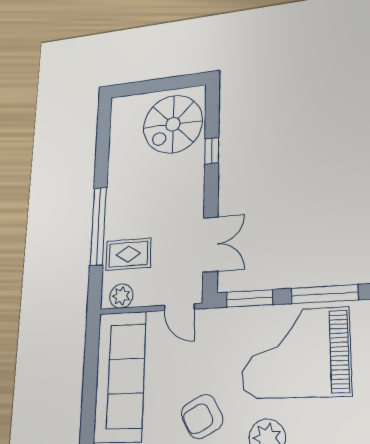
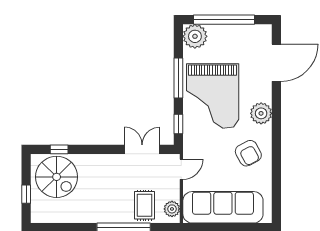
window: (150, 86) -> (26, 194), added
window: (212, 151) -> (59, 149), moved
window: (249, 298) -> (178, 124), width x0.67

